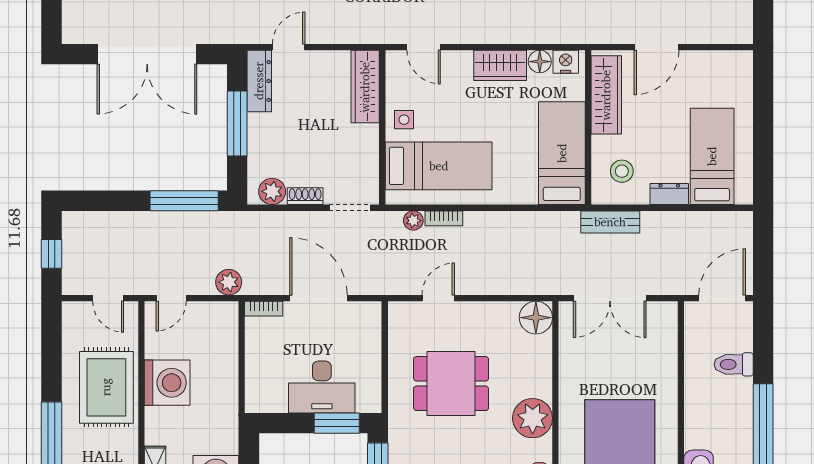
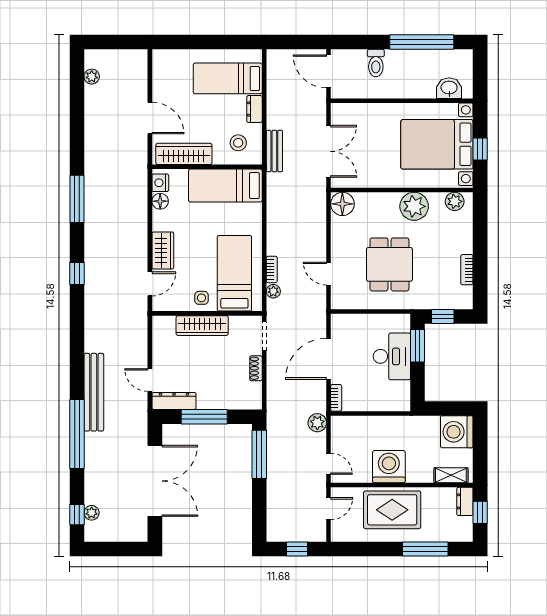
wardrobe: (500, 65) -> (163, 250), moved
wardrobe: (365, 87) -> (202, 326), moved
plant: (272, 191) -> (253, 392), removed

